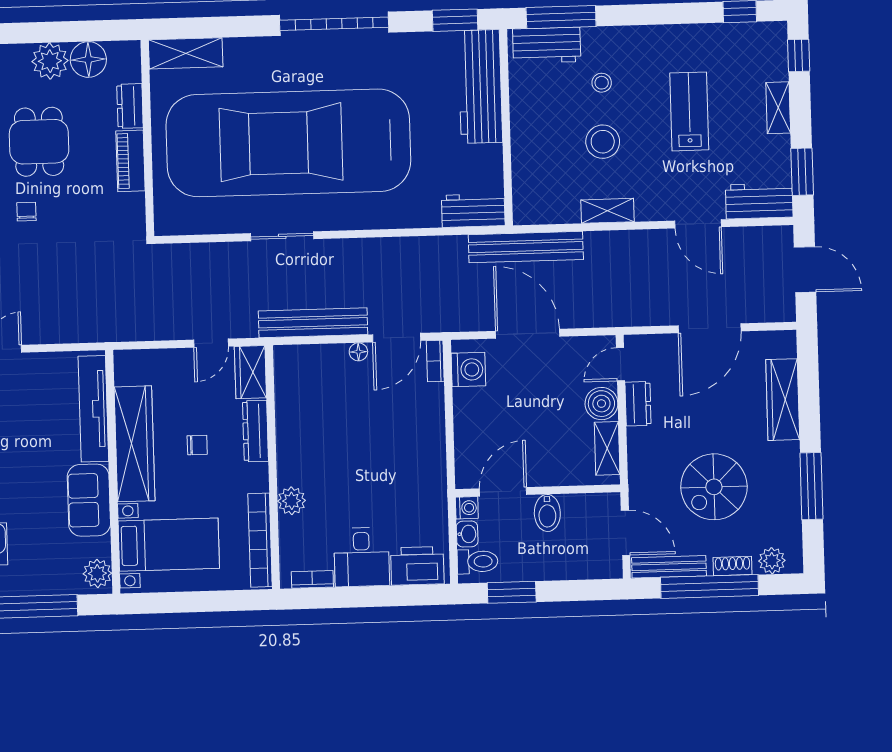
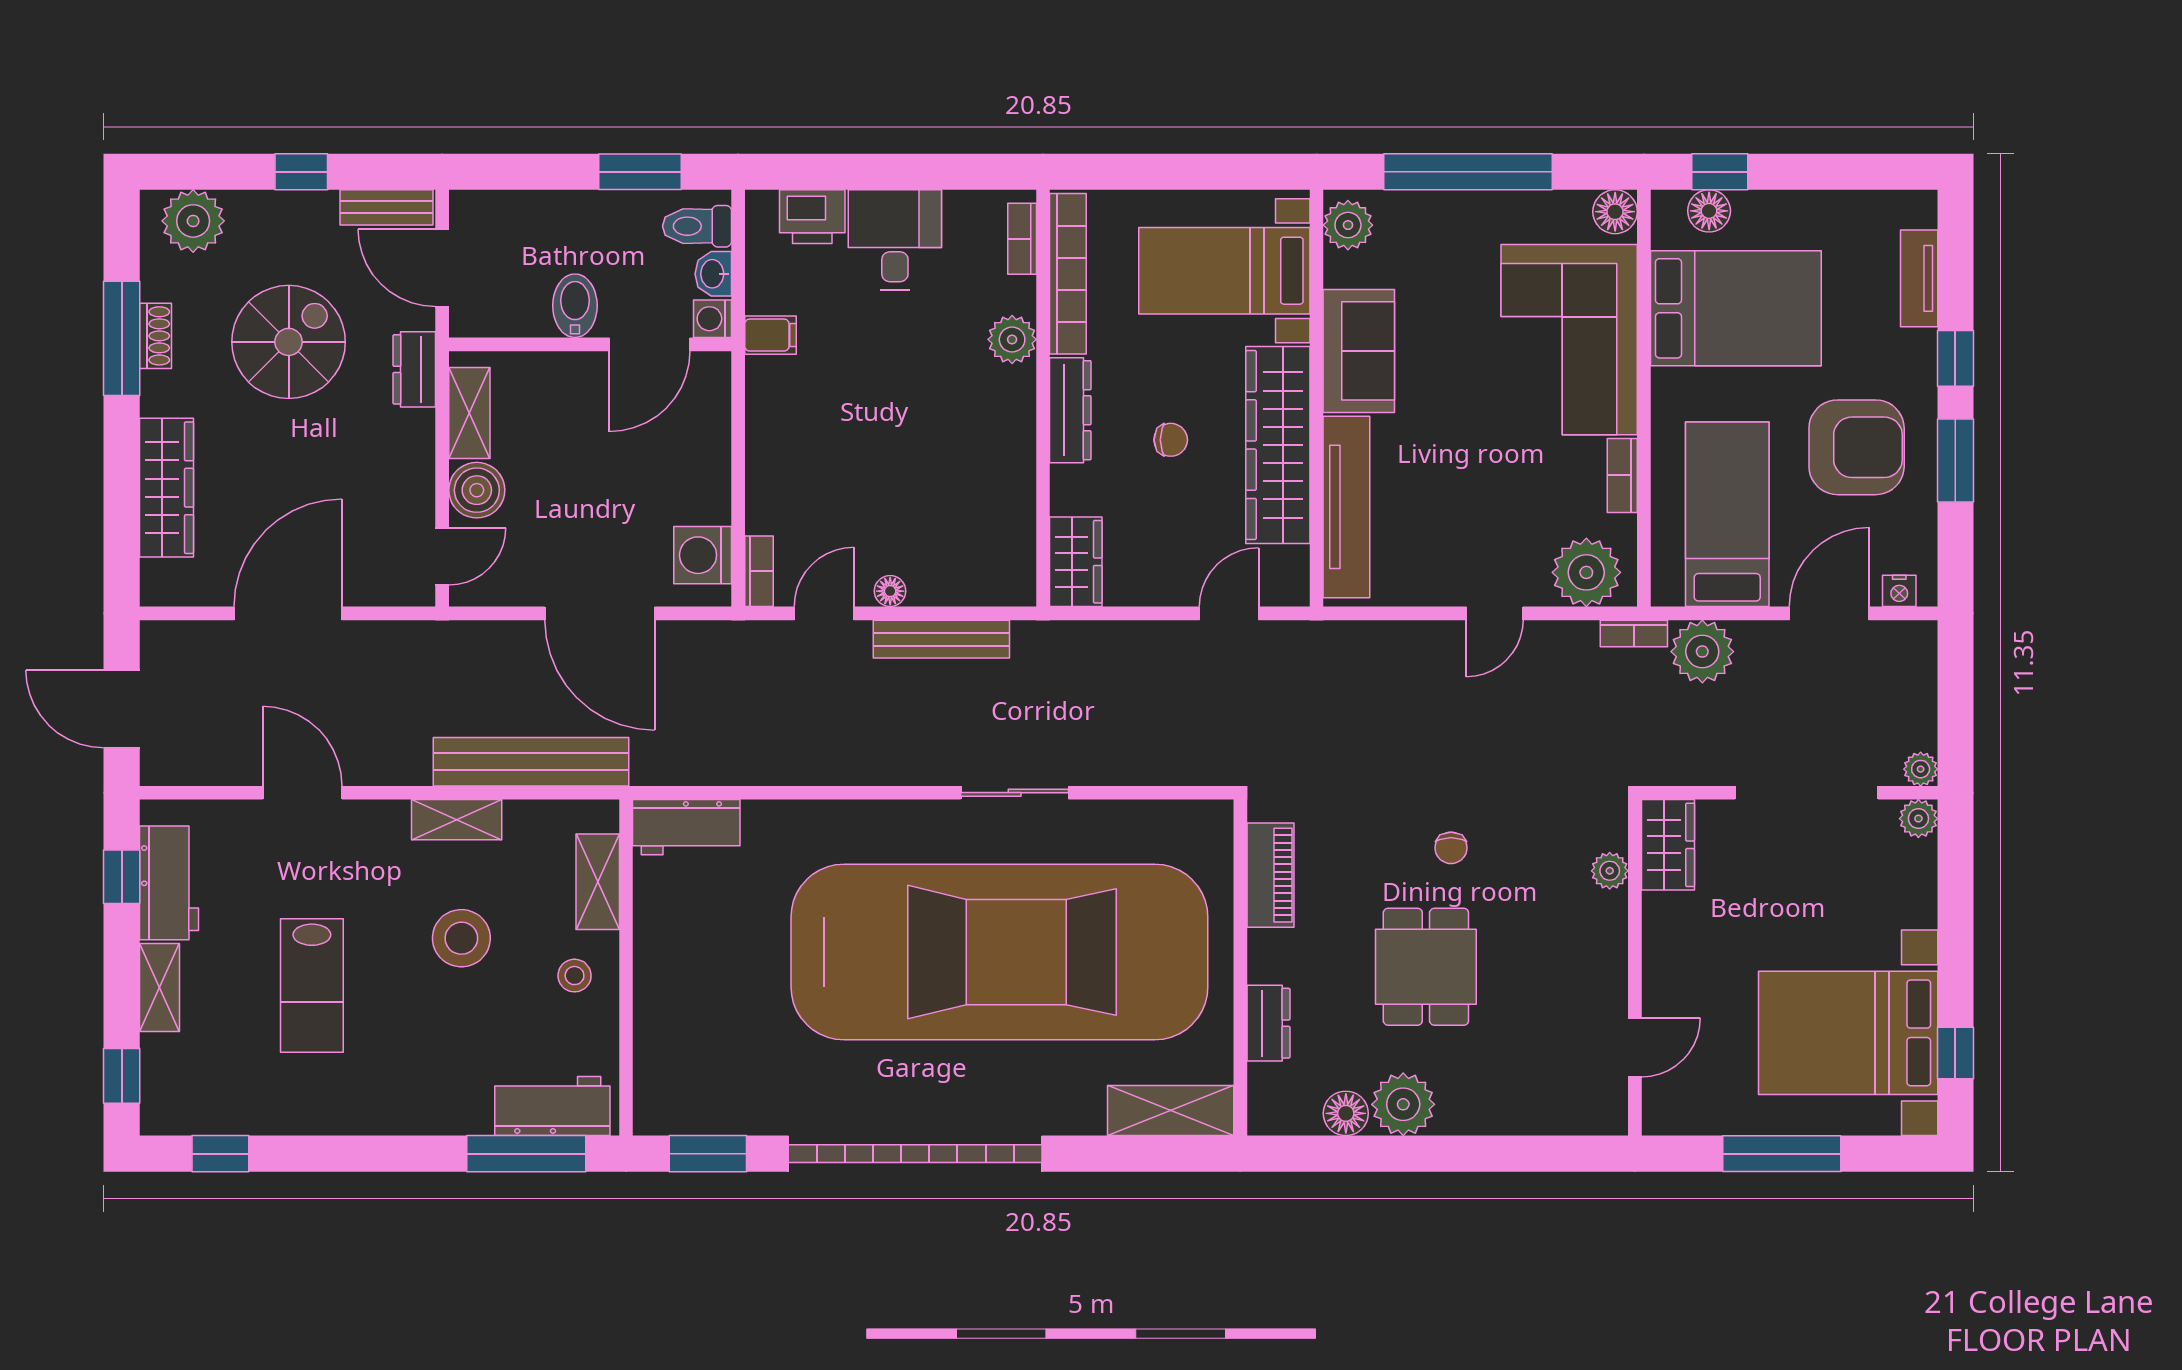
garage door: (334, 24) -> (915, 1154), width x1.36
floor lamp: (88, 59) -> (1346, 1113), width x0.73, depth x0.73
stool: (602, 83) -> (575, 976), moved
workbench: (480, 86) -> (668, 1039), removed
piano: (130, 161) -> (1270, 875), moved
window: (802, 172) -> (122, 877), width x0.67
shelving: (524, 177) -> (598, 882), added
workbench: (759, 201) -> (169, 883), moved, turned -90
bench: (526, 247) -> (531, 762), moved
bench: (313, 323) -> (941, 639), width x0.73, depth x0.82
door: (397, 338) -> (824, 613), width x0.73
door: (211, 343) -> (1229, 613), moved
dresser: (638, 404) -> (414, 369), moved
dresser: (255, 431) -> (1070, 410), moved
chair: (197, 445) -> (1171, 440), turned 180
filing cabinet: (433, 499) -> (770, 335), added
plant: (772, 561) -> (193, 221), width x1.36, depth x1.36
printer: (417, 566) -> (812, 217), width x0.73, depth x0.84
shoe rack: (733, 566) -> (155, 336), moved, turned -90
bench: (669, 567) -> (387, 207), width x0.73
bookcase: (312, 579) -> (1022, 239), moved, turned 90
window: (709, 586) -> (301, 172), width x0.32

